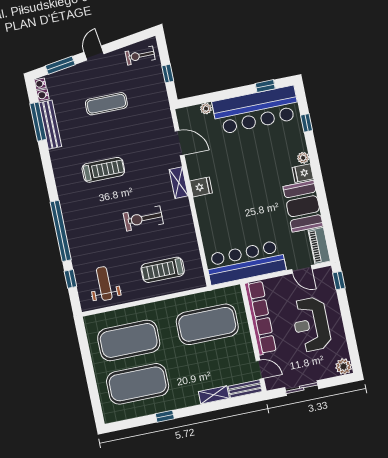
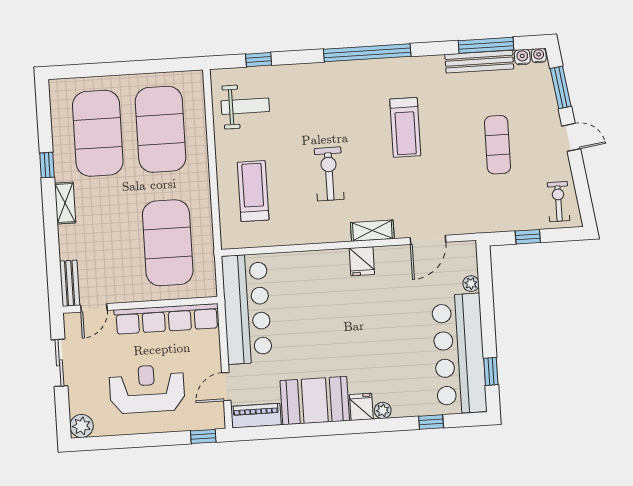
window: (61, 231) -> (367, 53), moved
shelving: (214, 395) -> (65, 203), moved

